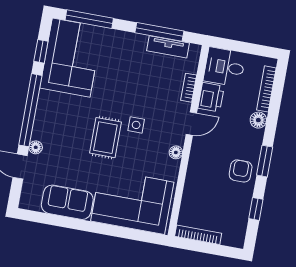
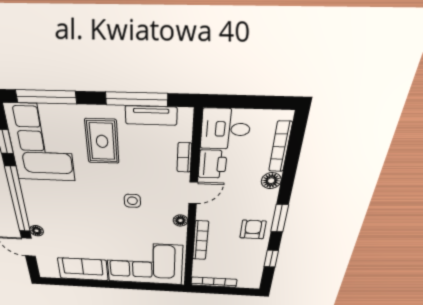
rug: (105, 138) -> (102, 141), moved
bookcase: (191, 178) -> (200, 240), added

